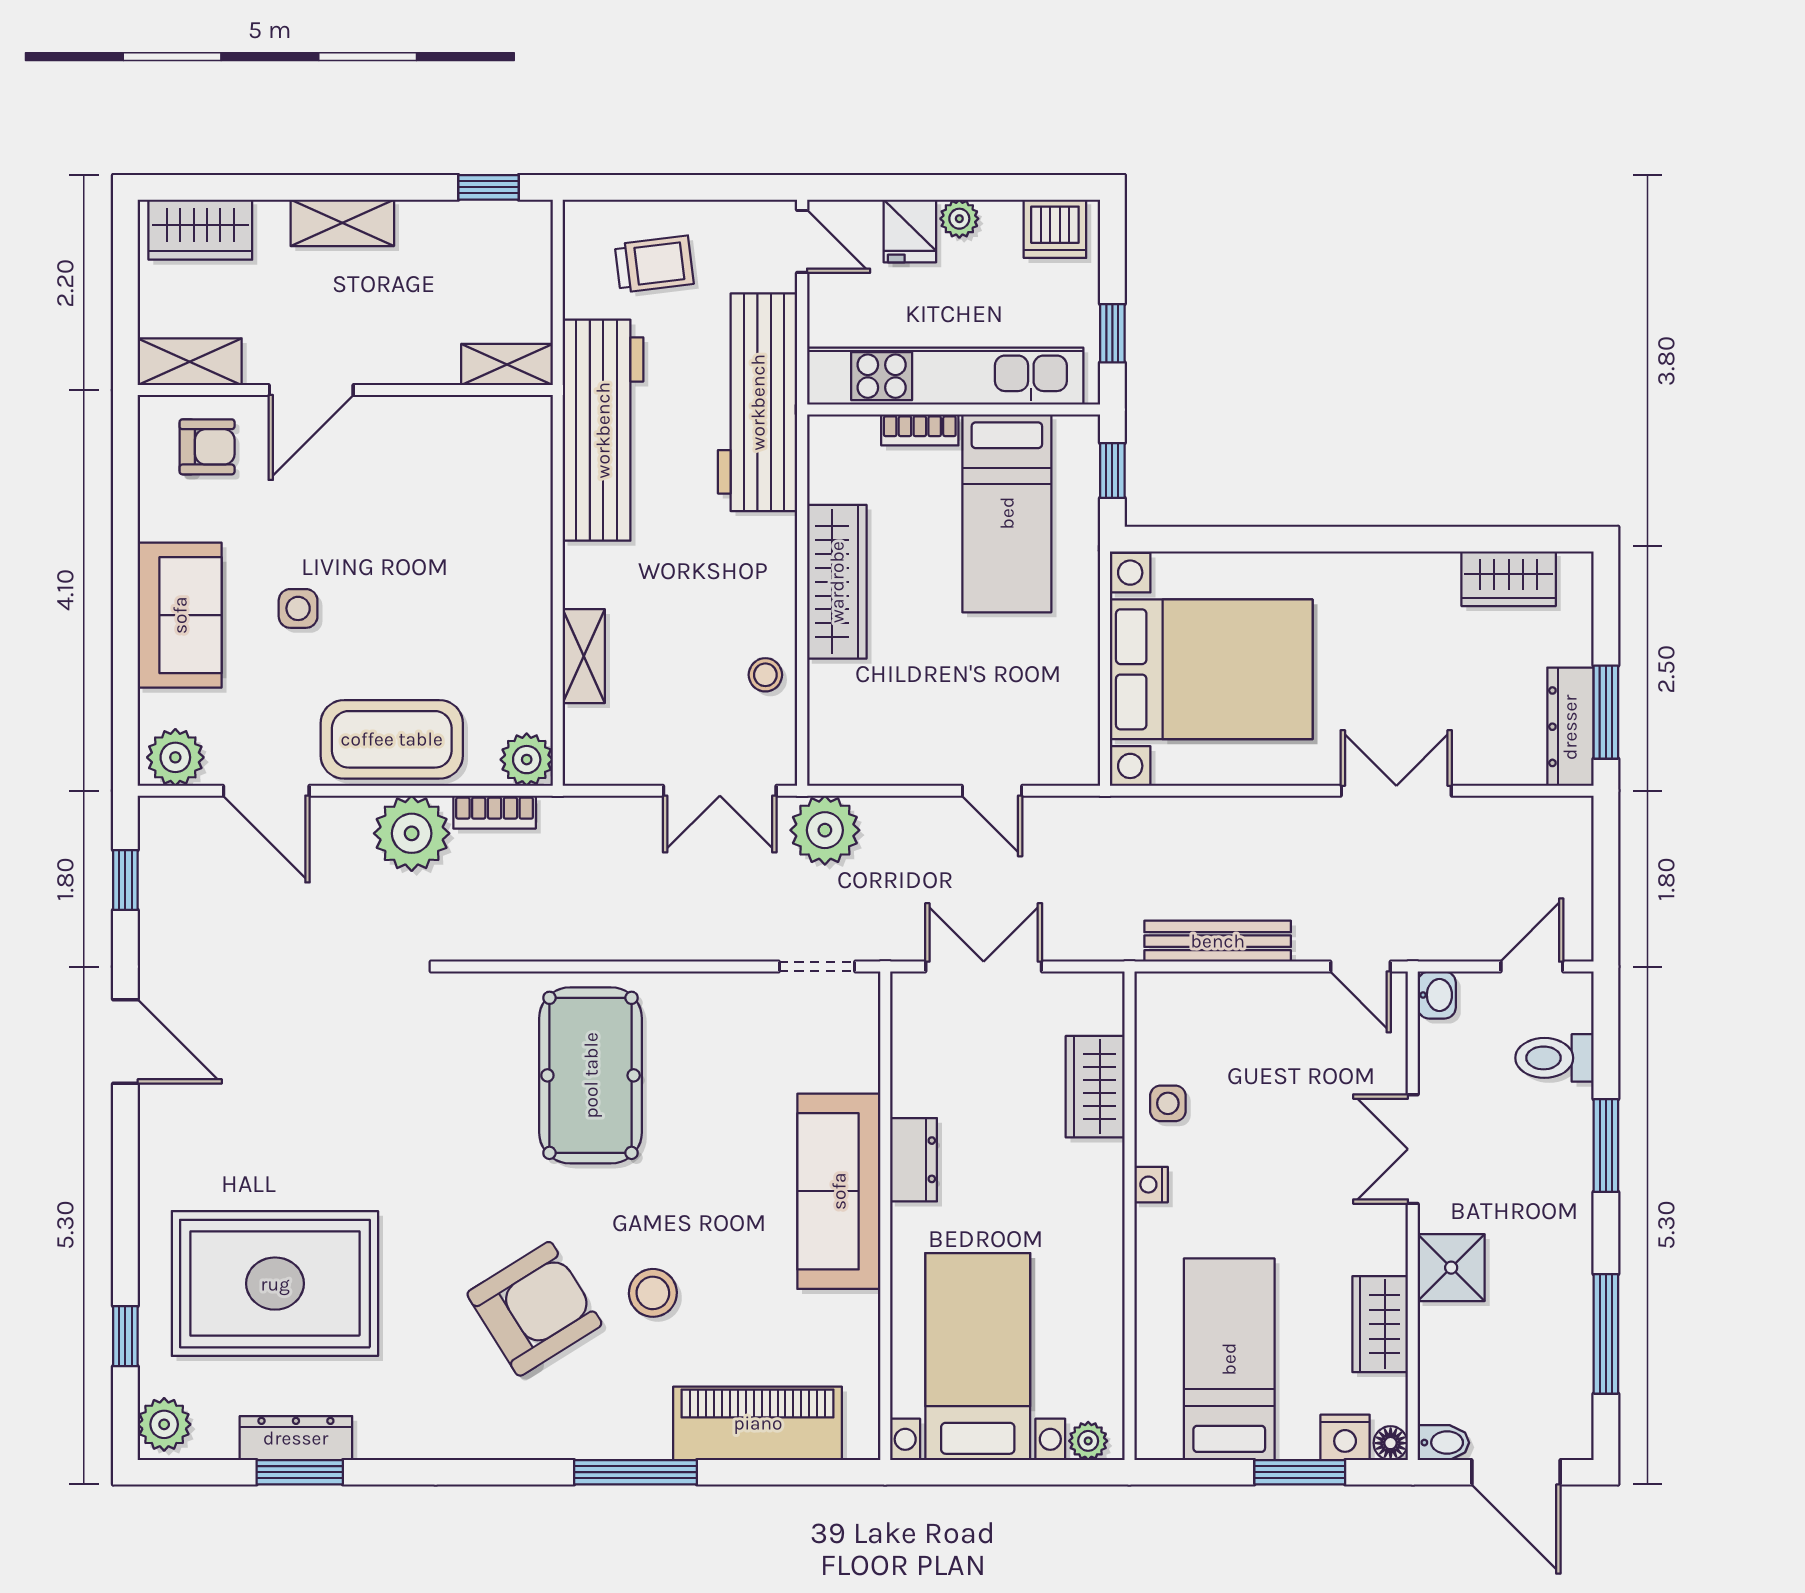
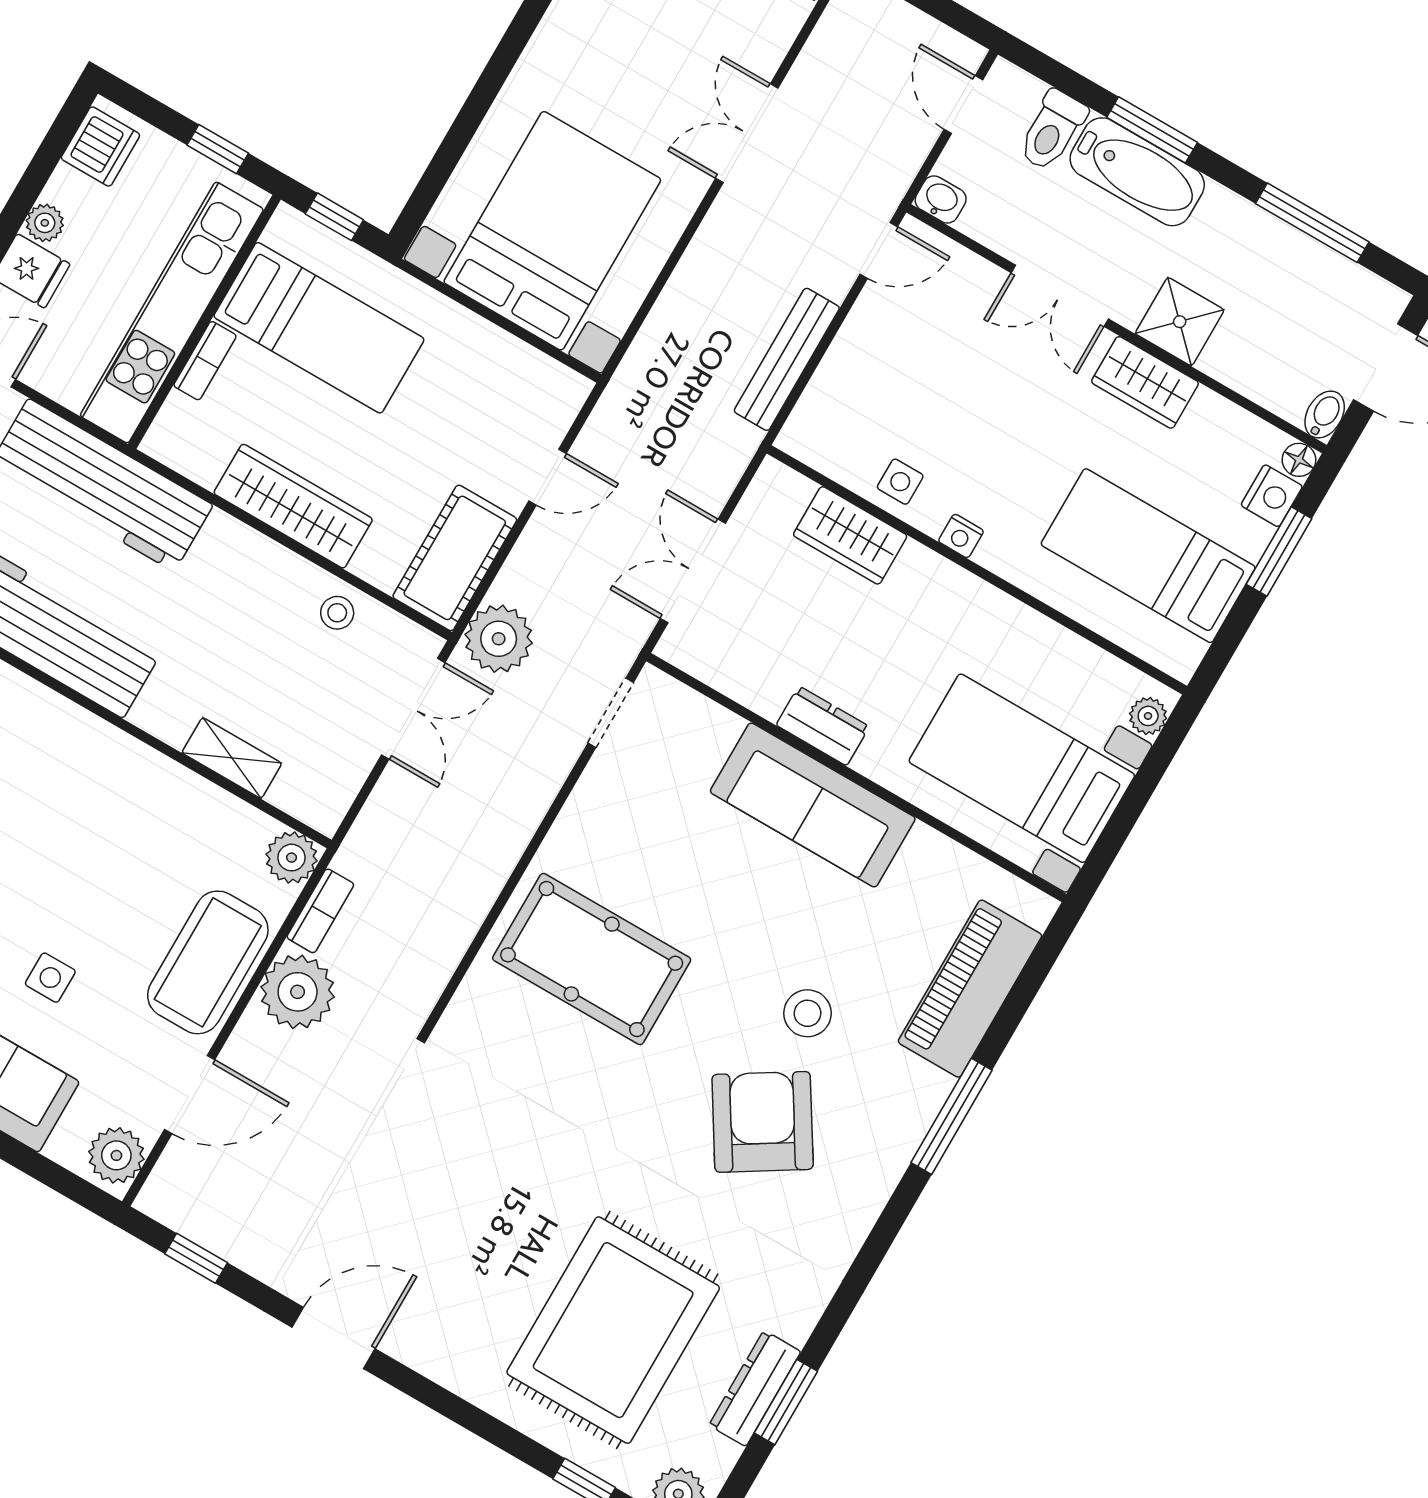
cot: (874, 750) -> (455, 558), added
bathtub: (1561, 1154) -> (1137, 172), added
wardrobe: (1380, 1324) -> (1145, 382), moved

